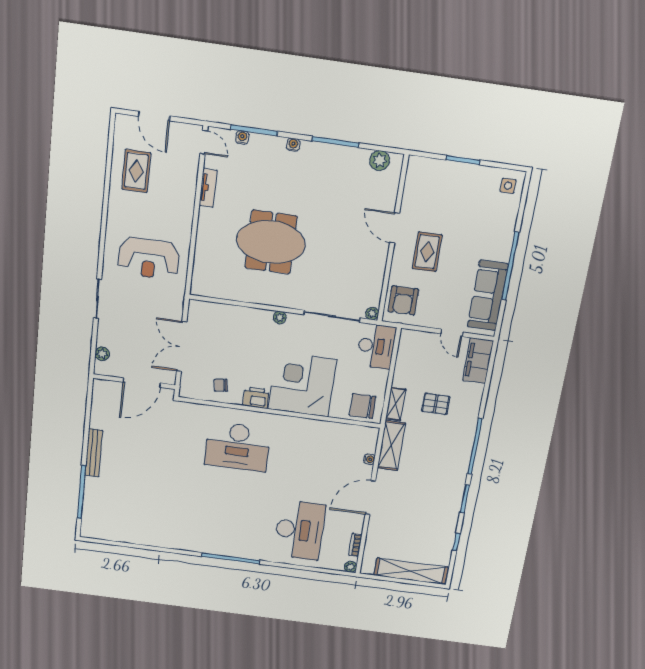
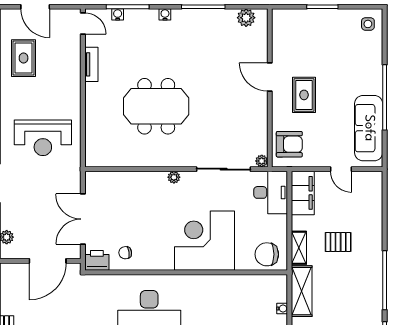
armchair: (403, 300) -> (289, 144), turned -90
filing cabinet: (478, 361) -> (303, 193), moved, turned 180
printer: (256, 398) -> (97, 260), moved

